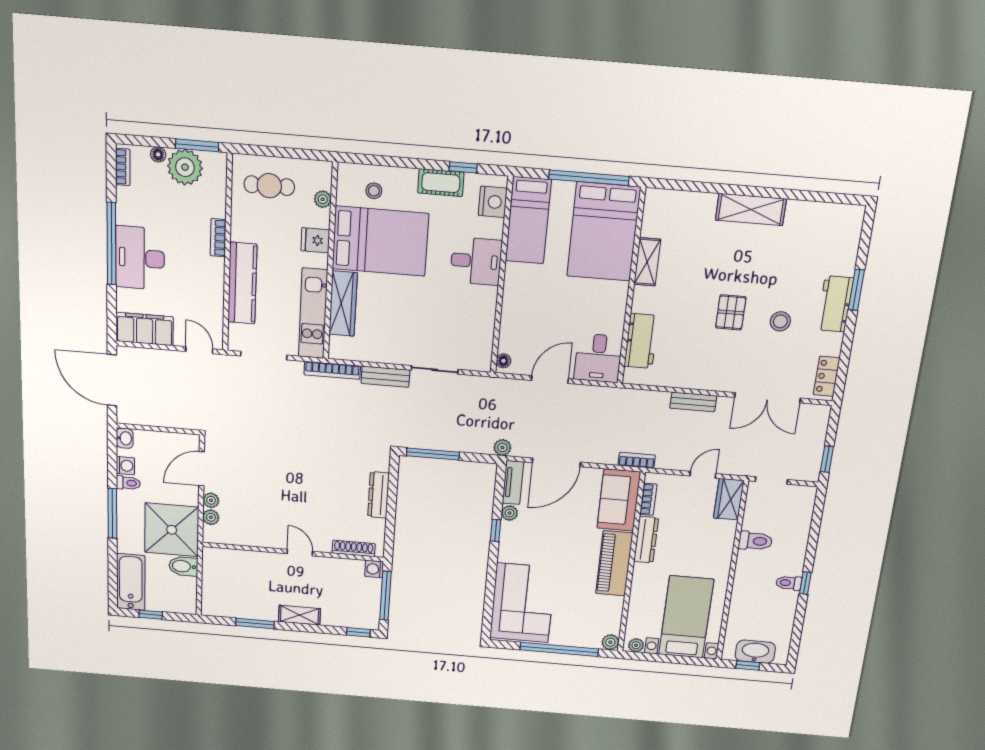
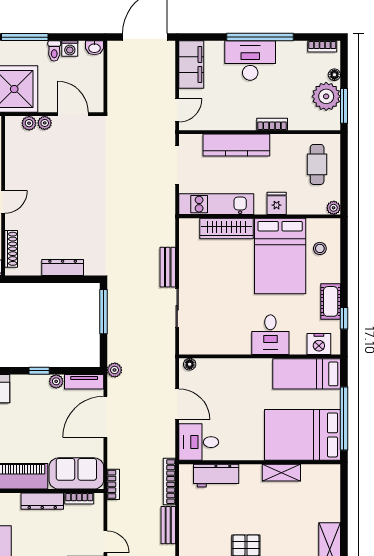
plant: (323, 199) -> (334, 208), moved
bookcase: (332, 370) -> (169, 482), moved
door: (556, 462) -> (105, 417), hinge flipped

